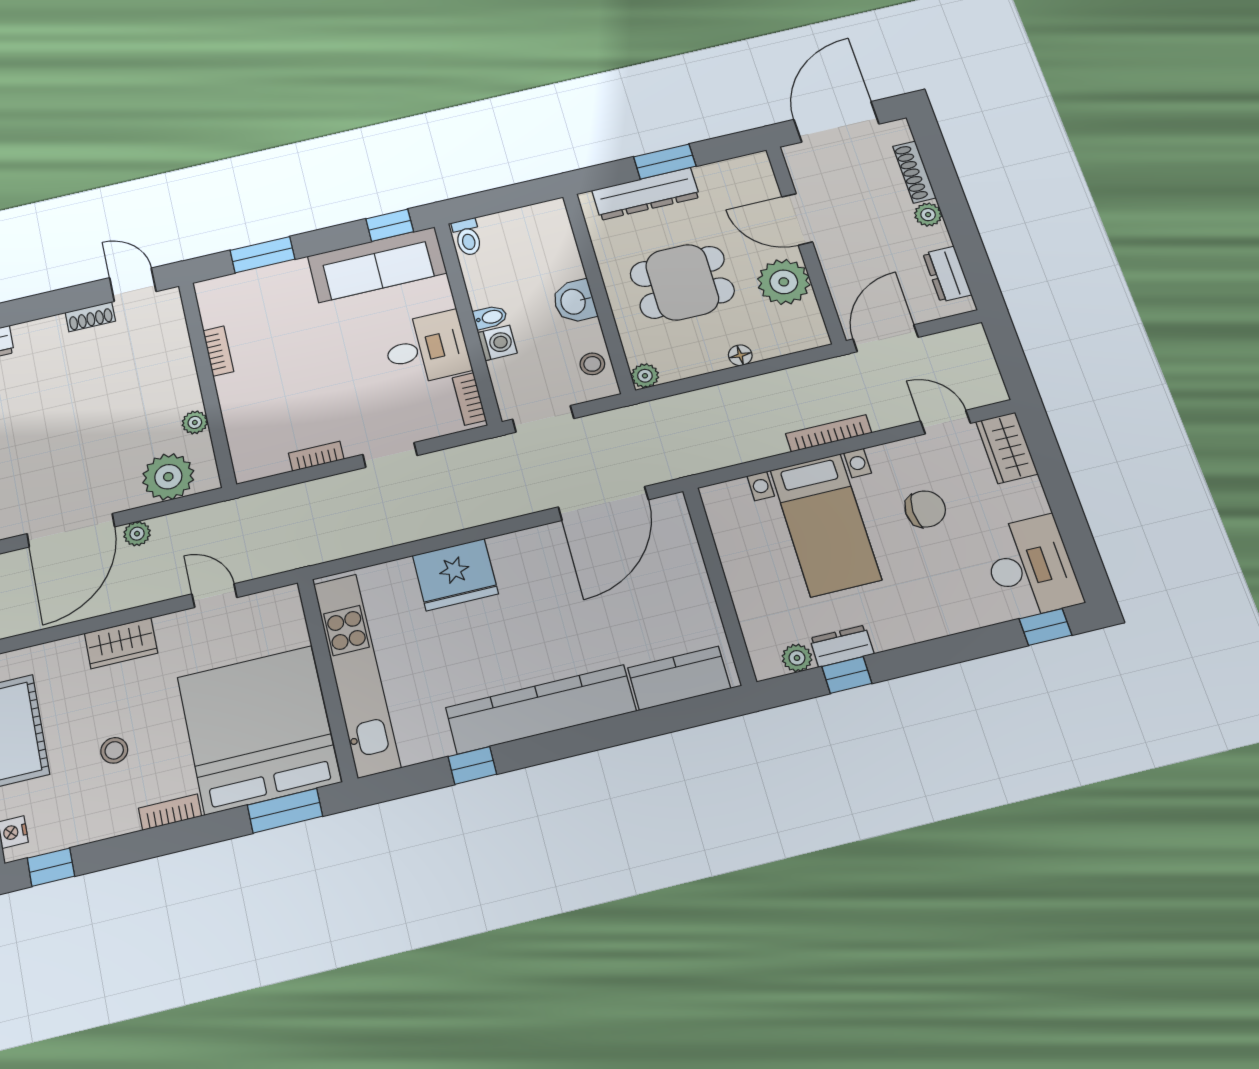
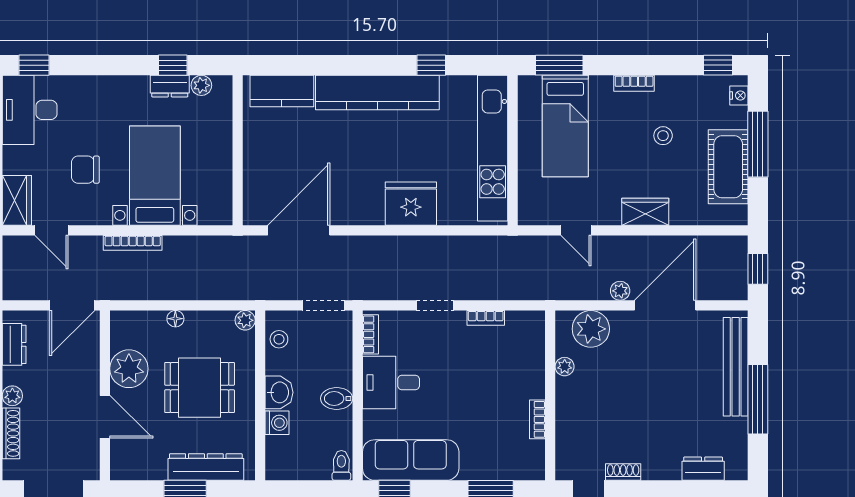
bidet: (490, 317) -> (337, 398), width x1.38, depth x1.36
washing machine: (497, 343) -> (277, 423), moved, turned 180
bed: (259, 729) -> (565, 126), width x0.49

